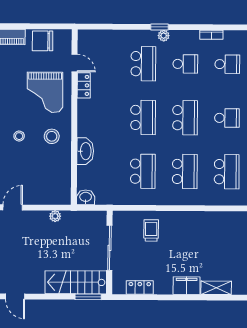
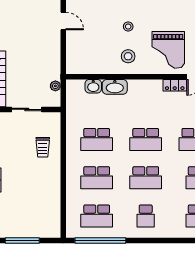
grand piano: (45, 92) -> (168, 50), turned -90
washbasin: (86, 197) -> (93, 86), moved, turned 90
plant: (55, 216) -> (55, 86), moved
trolley: (151, 230) -> (43, 147), turned 90
sliding door: (109, 248) -> (27, 109), width x0.73

